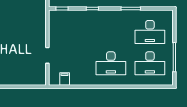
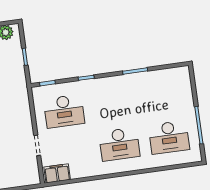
desk: (150, 32) -> (64, 111), moved
filing cabinet: (65, 79) -> (57, 173), width x2.00

